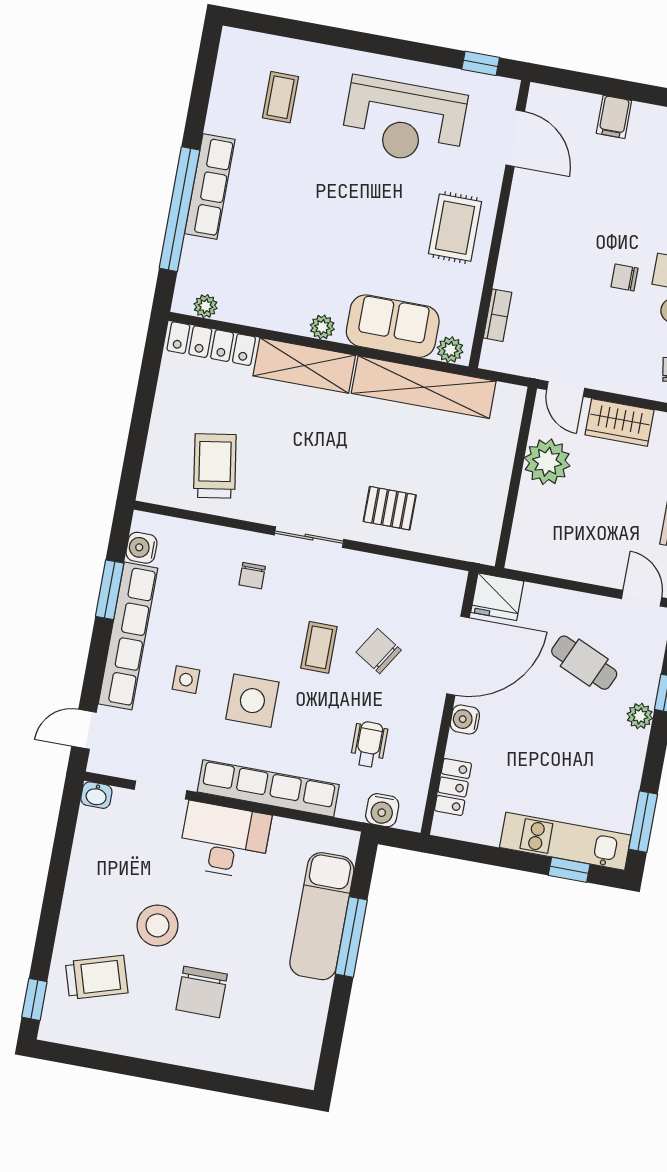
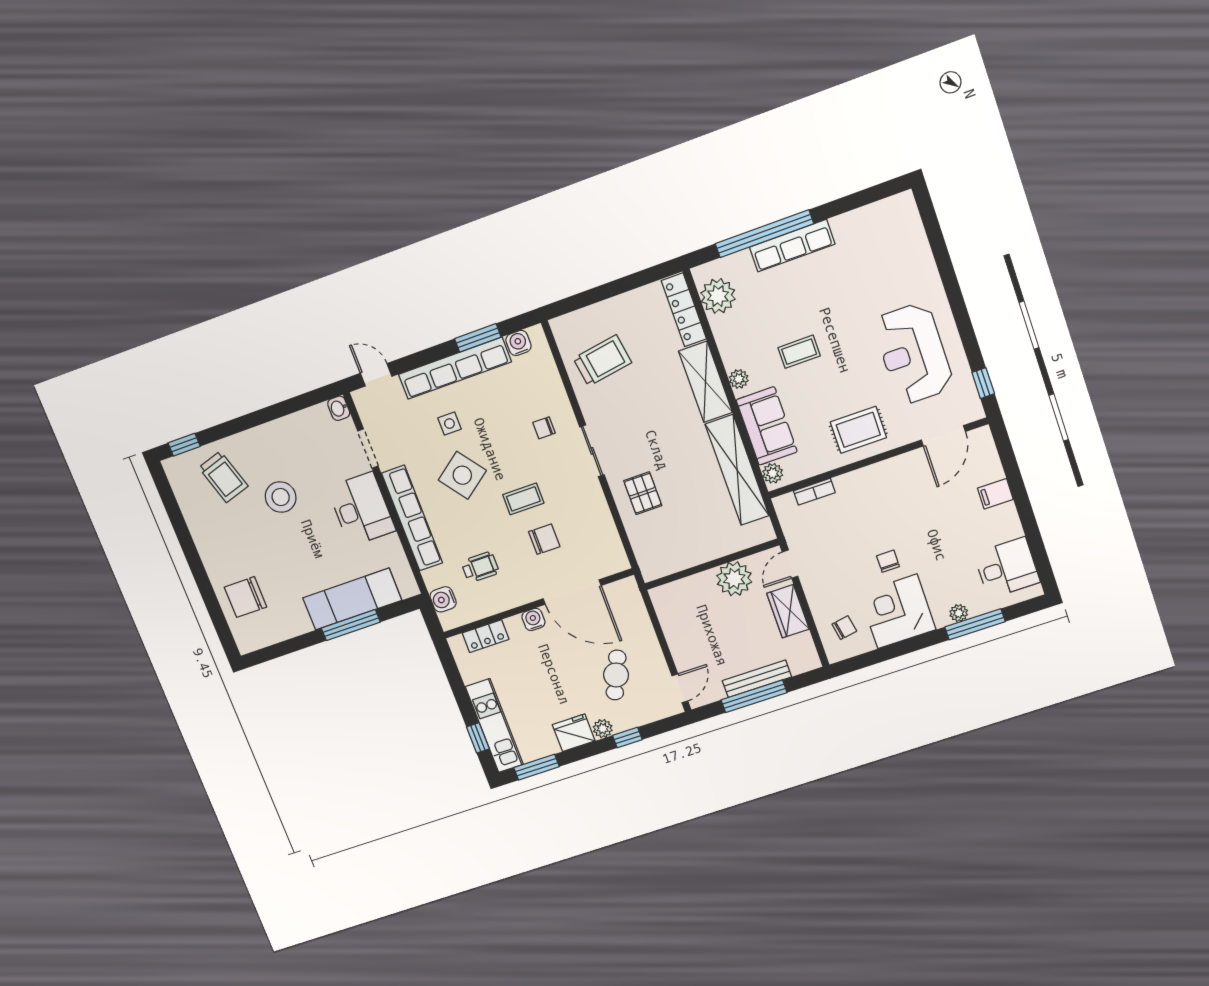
coffee table: (280, 97) -> (799, 352), moved
plant: (206, 306) -> (718, 296), width x1.88, depth x1.88
fridge: (497, 597) -> (574, 733), moved, turned 90
chair: (379, 651) -> (544, 539), turned 58
side table: (252, 701) -> (462, 475), turned -37
chair: (202, 992) -> (246, 597), moved

